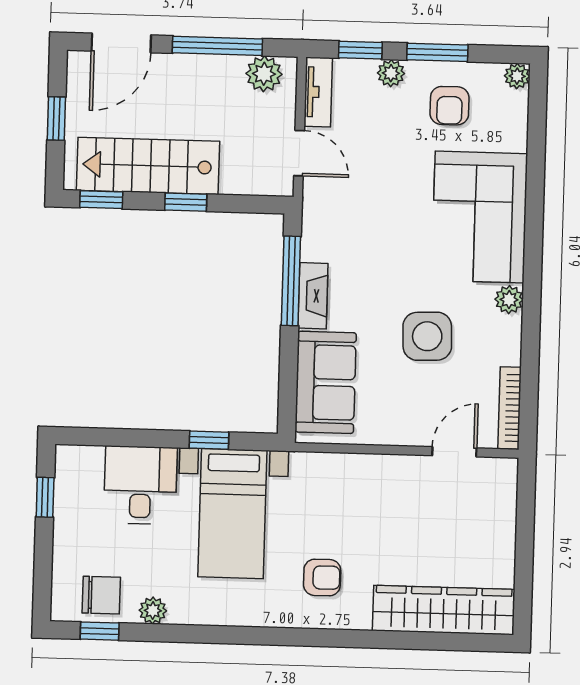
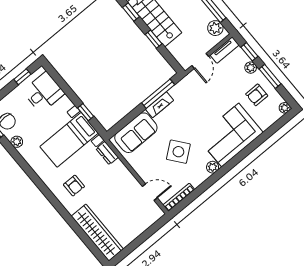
side table: (427, 336) -> (178, 152), turned -36
dresser: (316, 466) -> (107, 153), added
desk: (140, 485) -> (43, 92), moved

